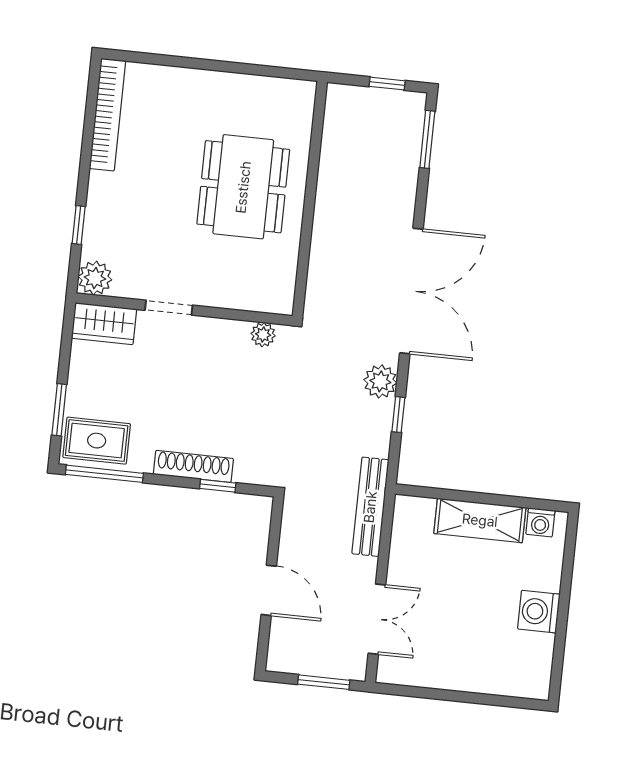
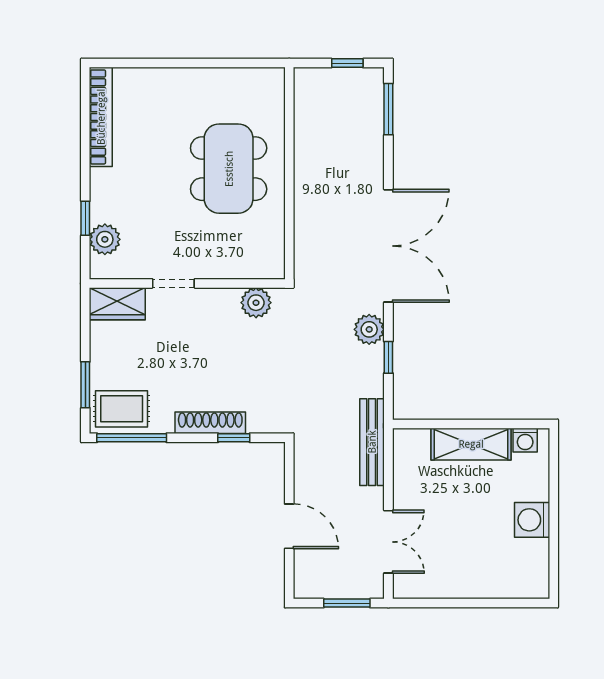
plant: (95, 278) -> (105, 239), moved
plant: (263, 335) -> (256, 303), width x1.38, depth x1.38

